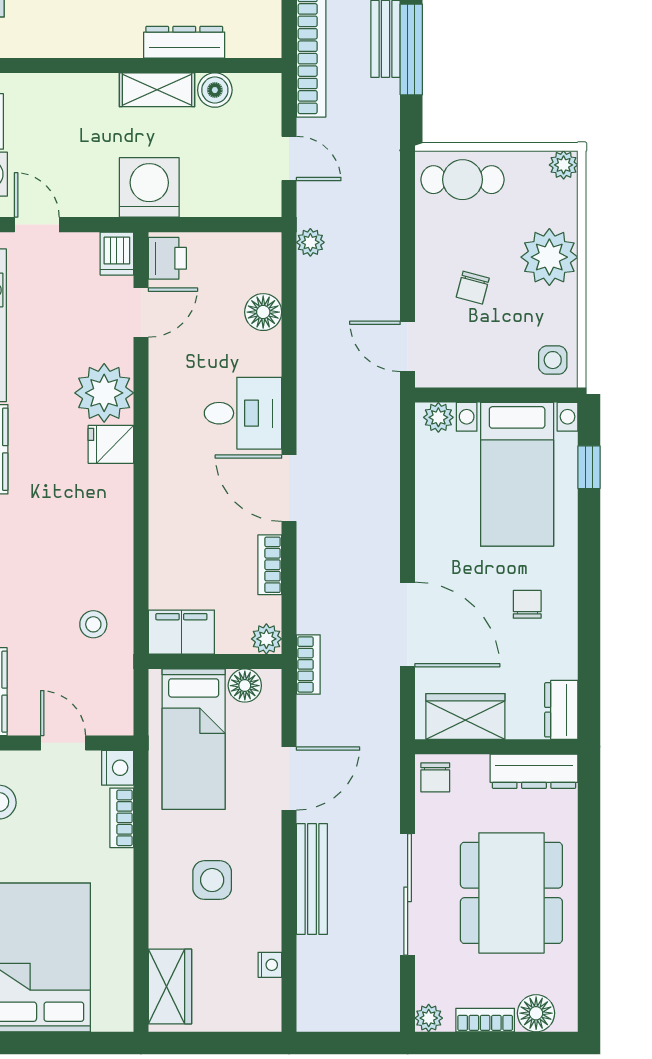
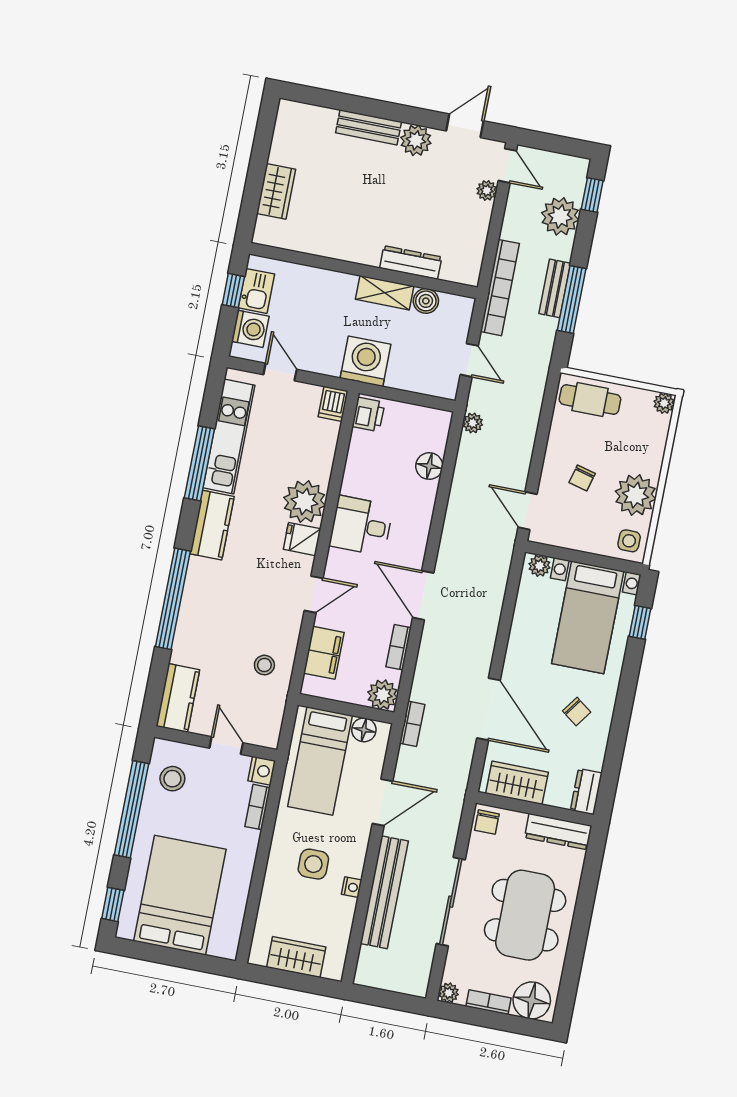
plant: (549, 257) -> (636, 495), moved
door: (141, 313) -> (314, 594), moved
desk: (243, 413) -> (361, 526), moved, turned 180
chair: (527, 604) -> (577, 712), turned 126
filing cabinet: (181, 632) -> (324, 653), moved, turned 90
plant: (266, 639) -> (383, 695), width x1.38, depth x1.38
bench: (312, 879) -> (384, 892), width x1.37, depth x1.21
nightstand: (270, 965) -> (352, 887), moved
wardrobe: (170, 986) -> (296, 957), moved, turned -90
floor lamp: (536, 1013) -> (532, 1000), width x1.38, depth x1.38

